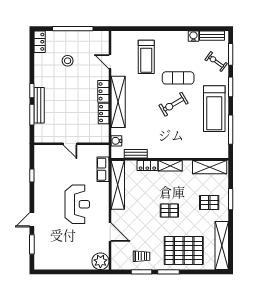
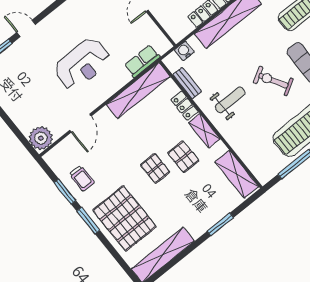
weight bench: (165, 137) -> (230, 100), added
pallet: (209, 203) -> (183, 157), moved

